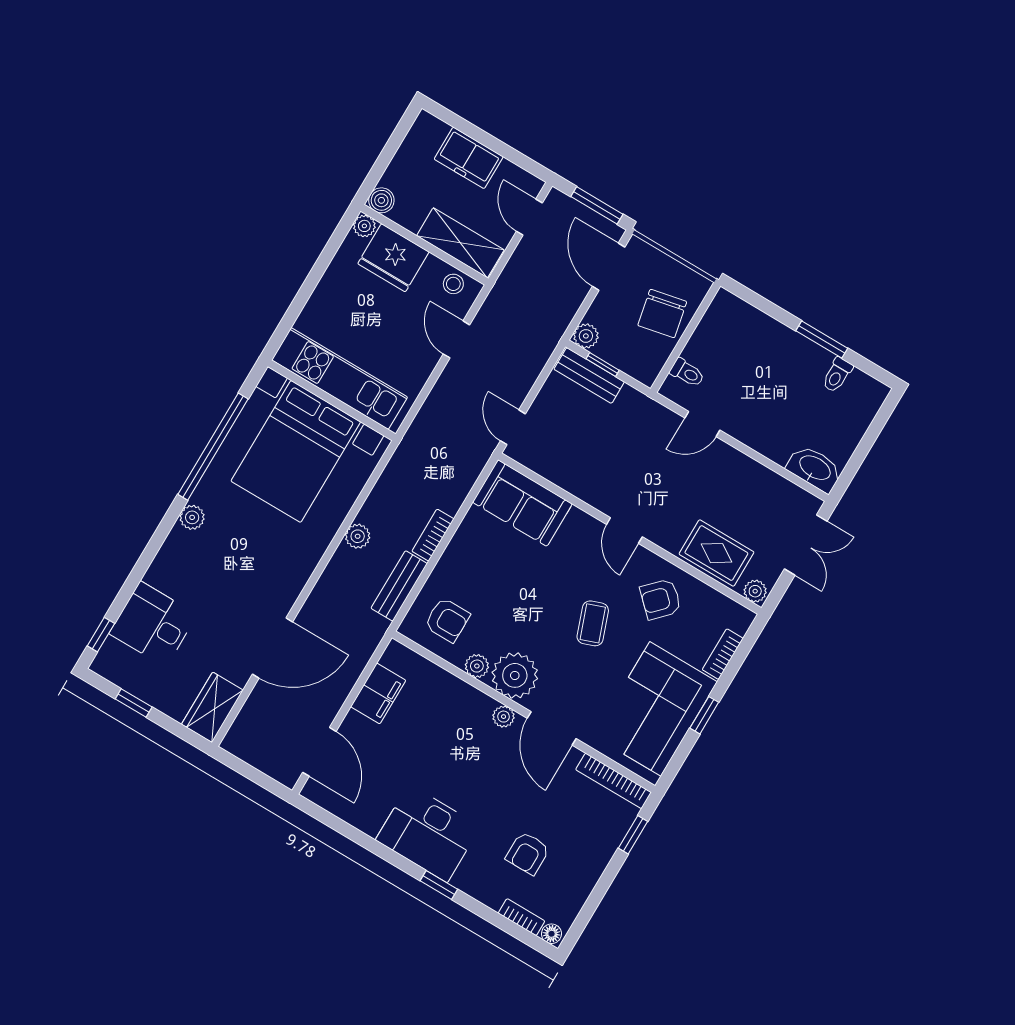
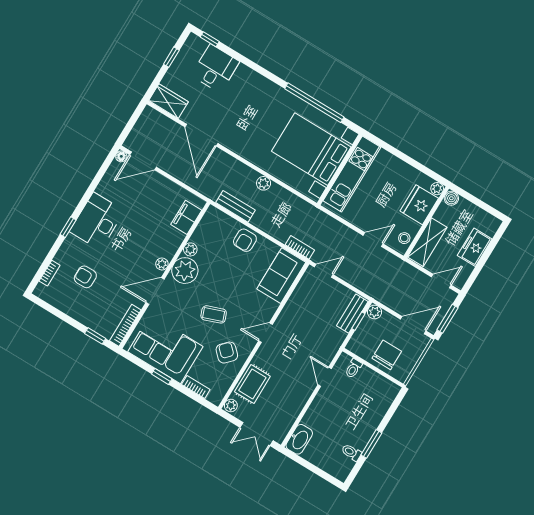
chair: (662, 314) -> (387, 355), turned 102
plant: (192, 517) -> (275, 91), removed
bookcase: (433, 535) -> (300, 247), moved
armchair: (447, 620) -> (245, 240), moved
filing cabinet: (378, 693) -> (186, 217), moved, turned 90
floor lamp: (551, 934) -> (121, 156), moved

